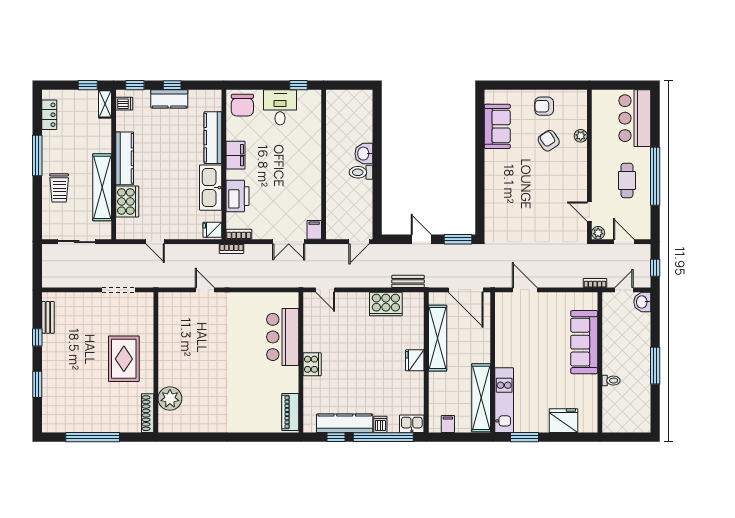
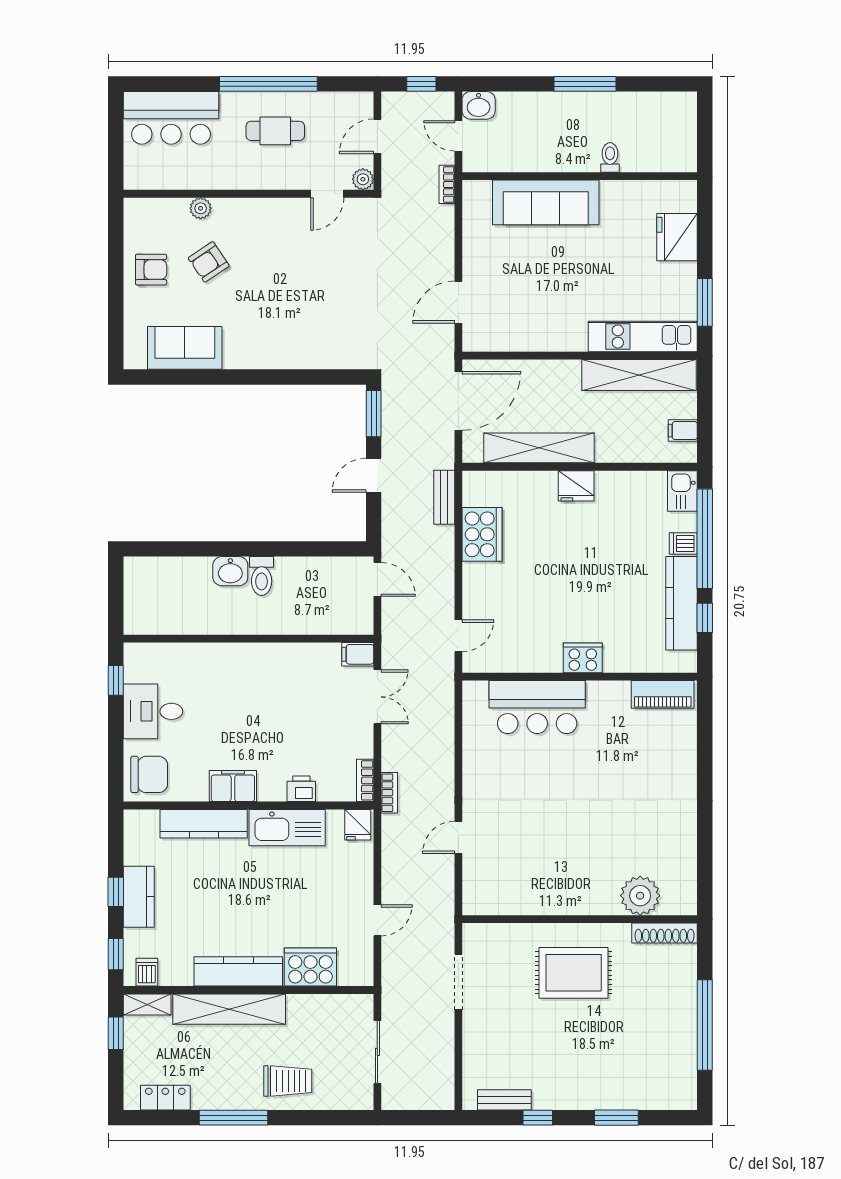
armchair: (544, 106) -> (151, 270), turned -90
shelving: (102, 187) -> (229, 1009), moved
printer: (237, 196) -> (301, 789), width x0.53, depth x0.68

